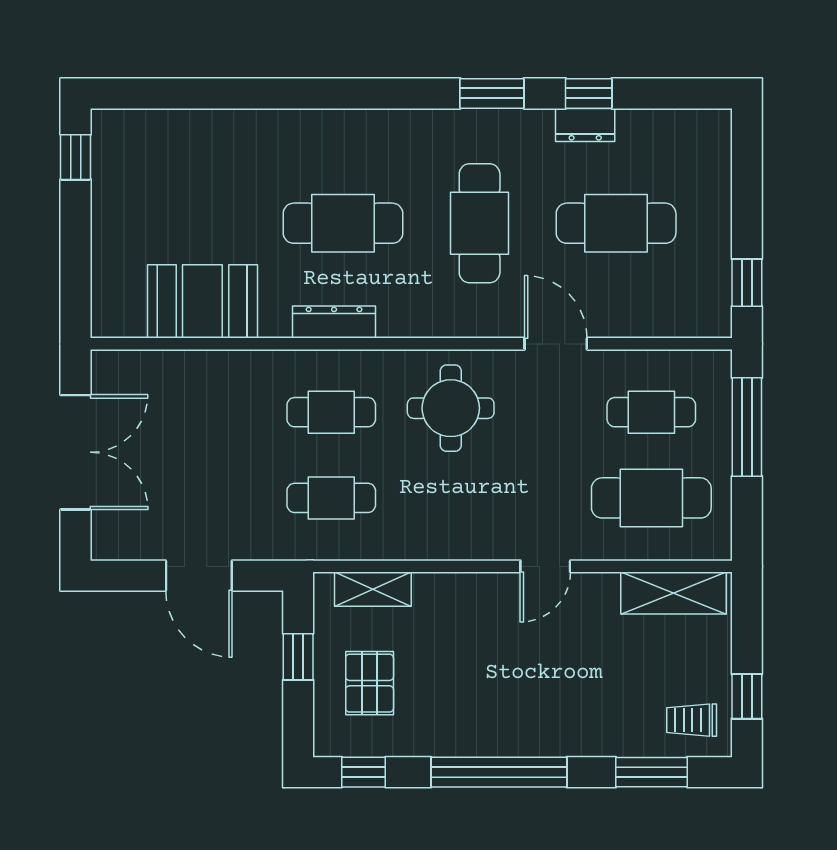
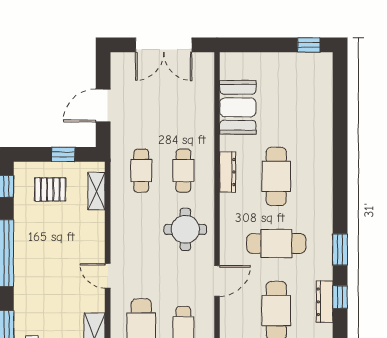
dresser: (585, 125) -> (325, 302), width x1.44

